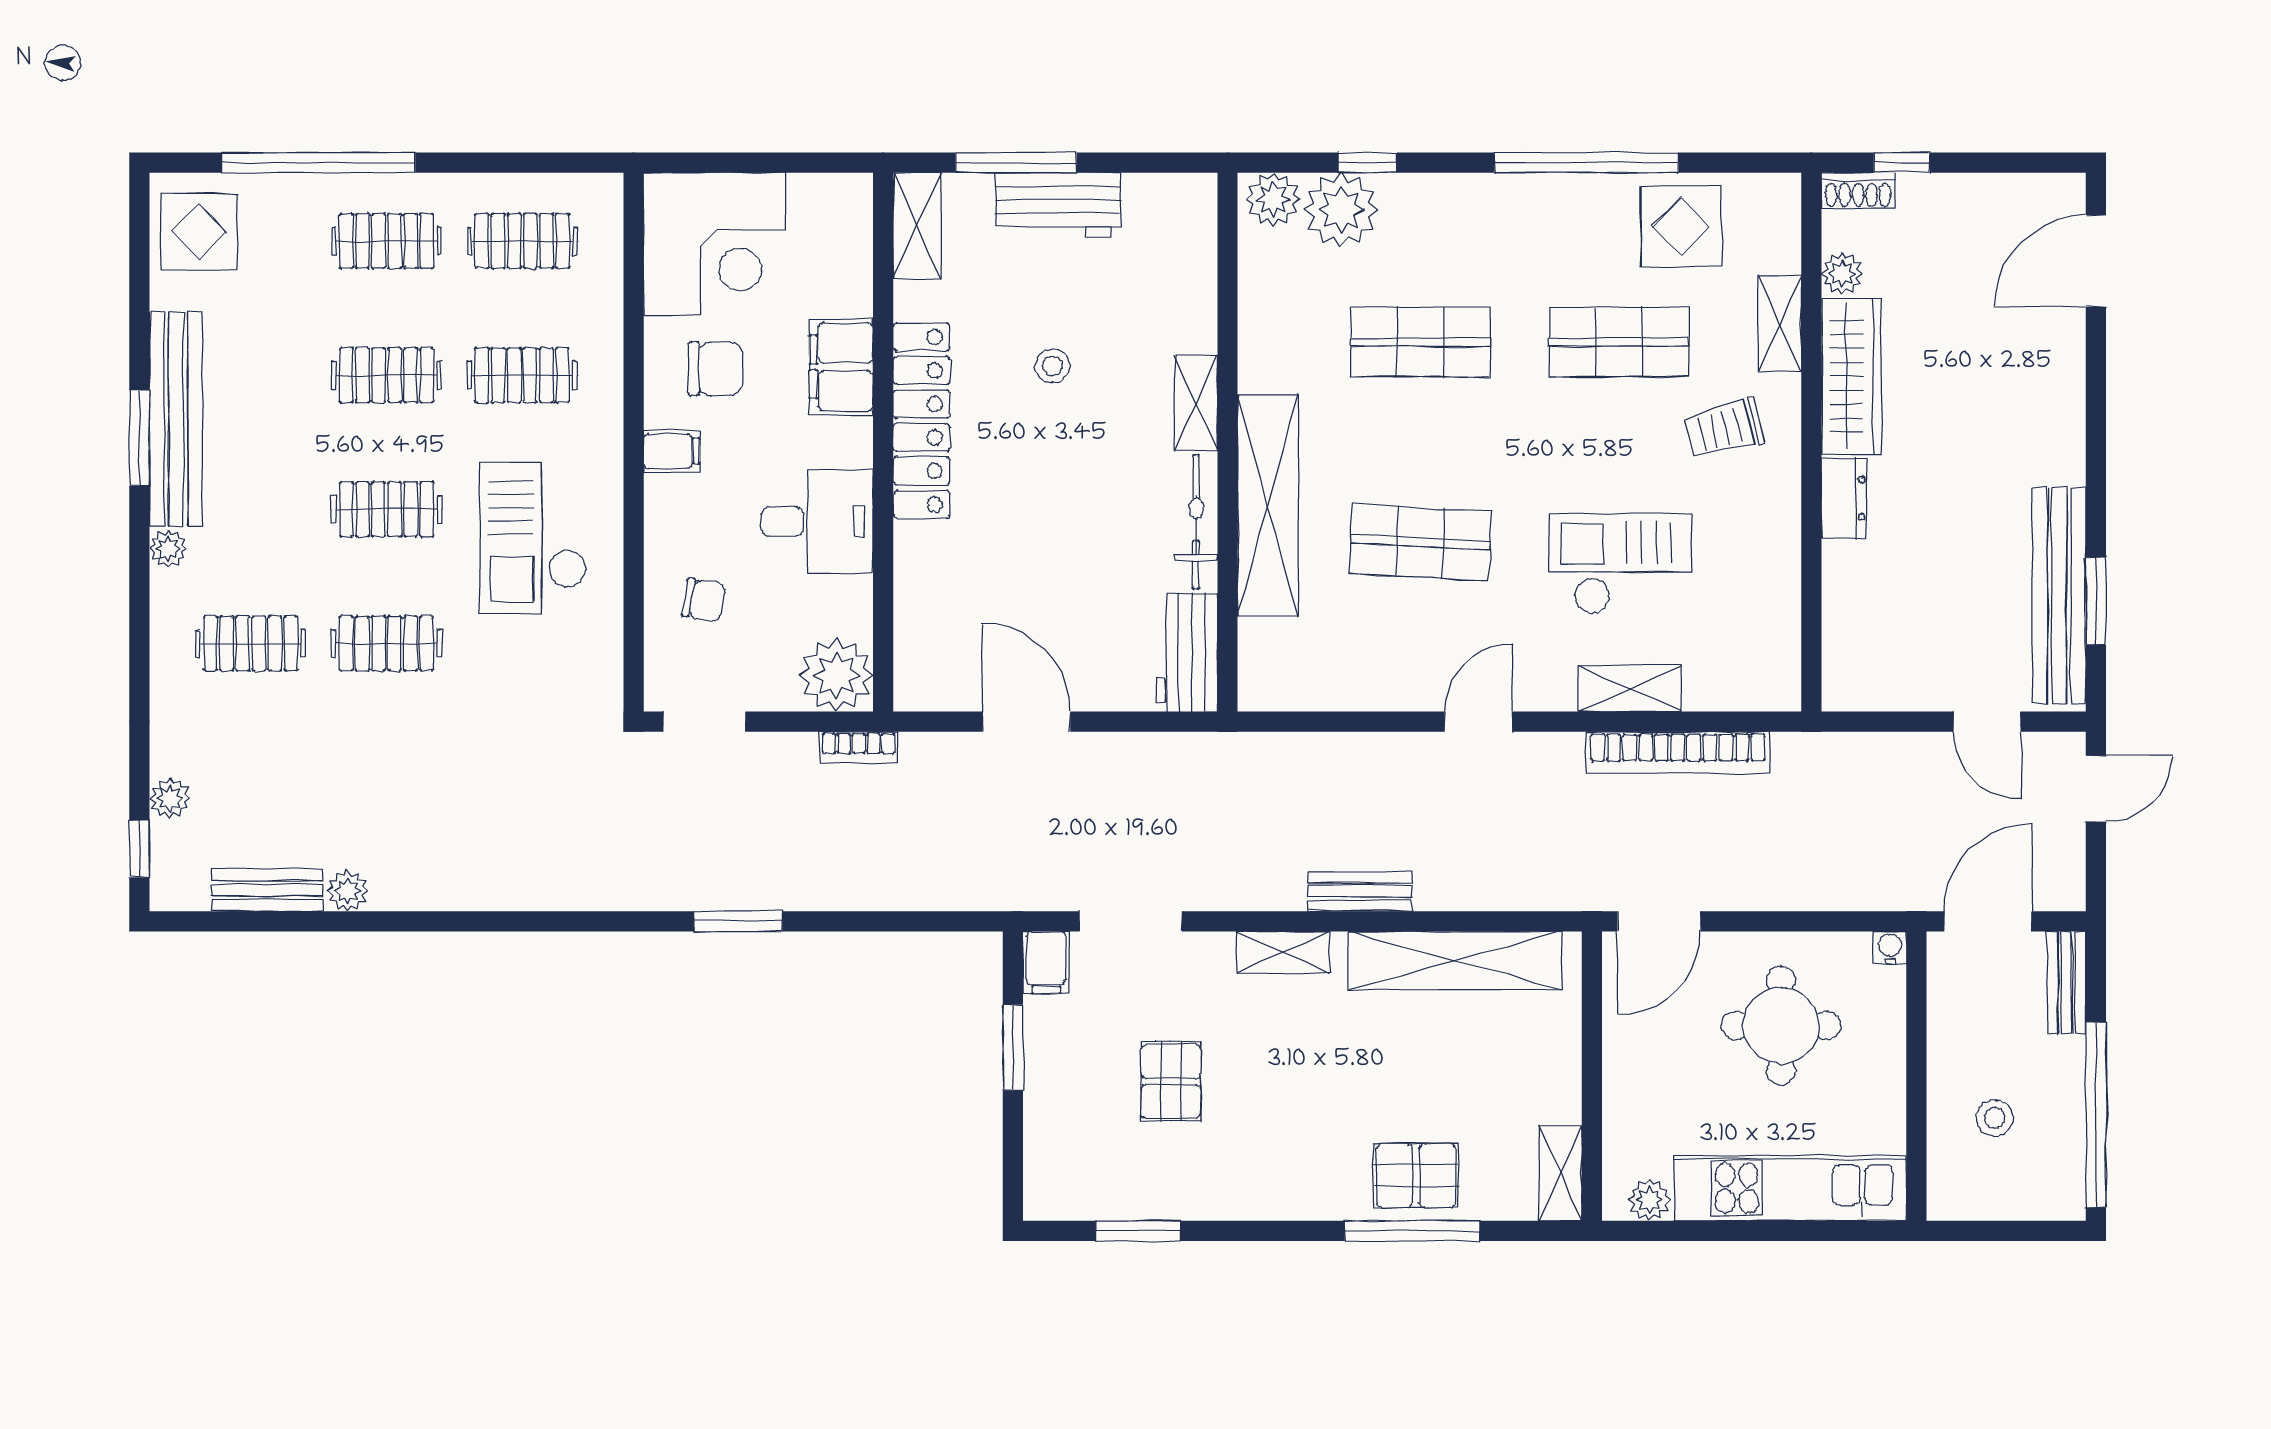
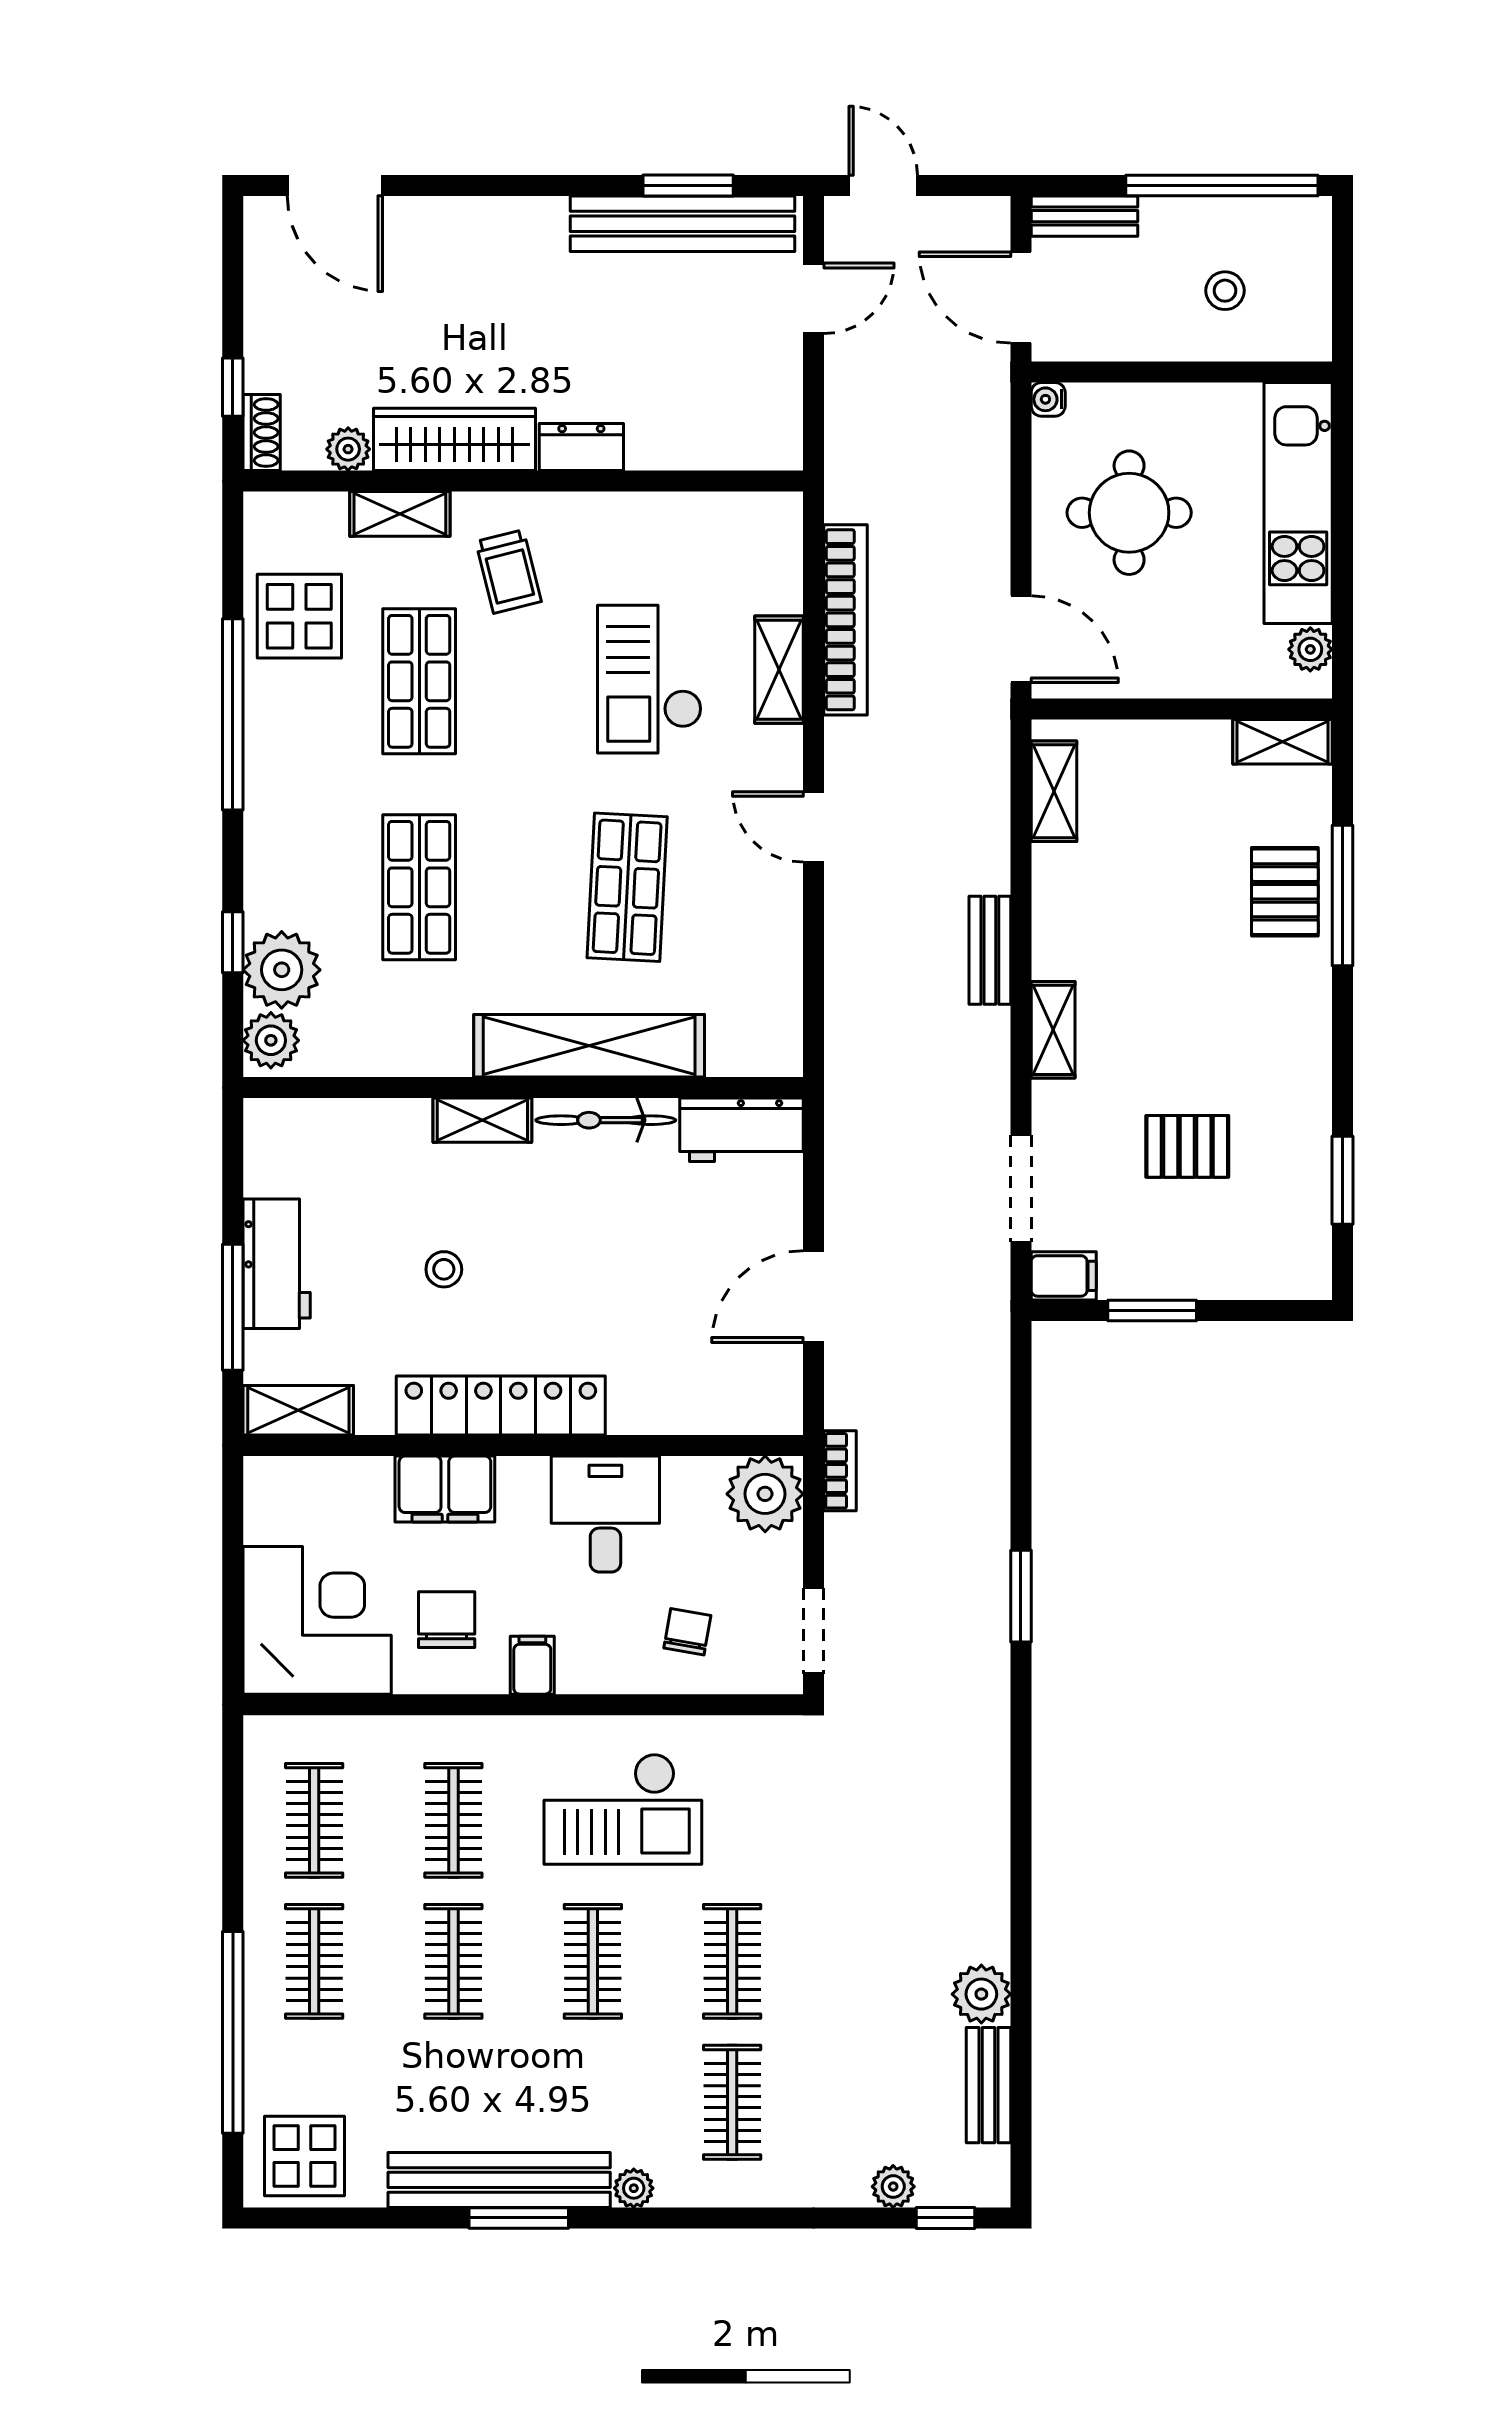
plant: (347, 891) -> (981, 1994), width x1.38, depth x1.38
shelving: (1455, 960) -> (1054, 791), width x0.45, depth x0.75

